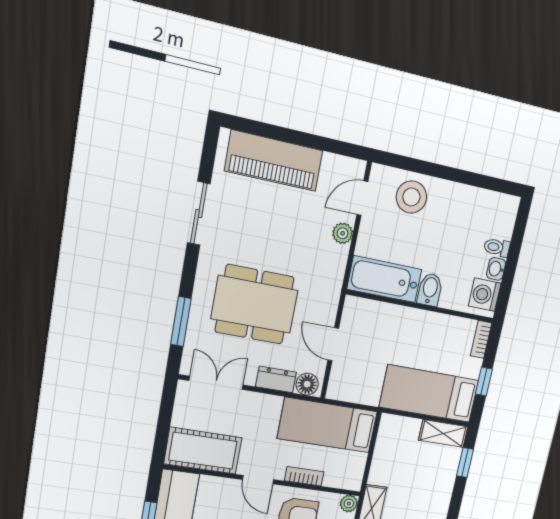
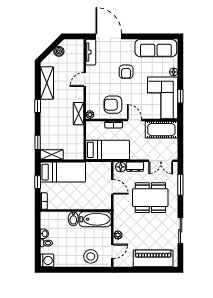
washing machine: (485, 295) -> (47, 260), moved

